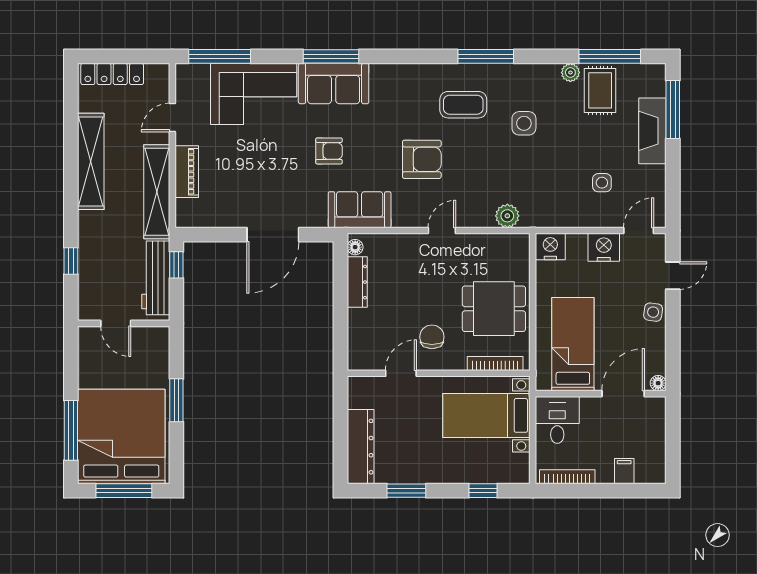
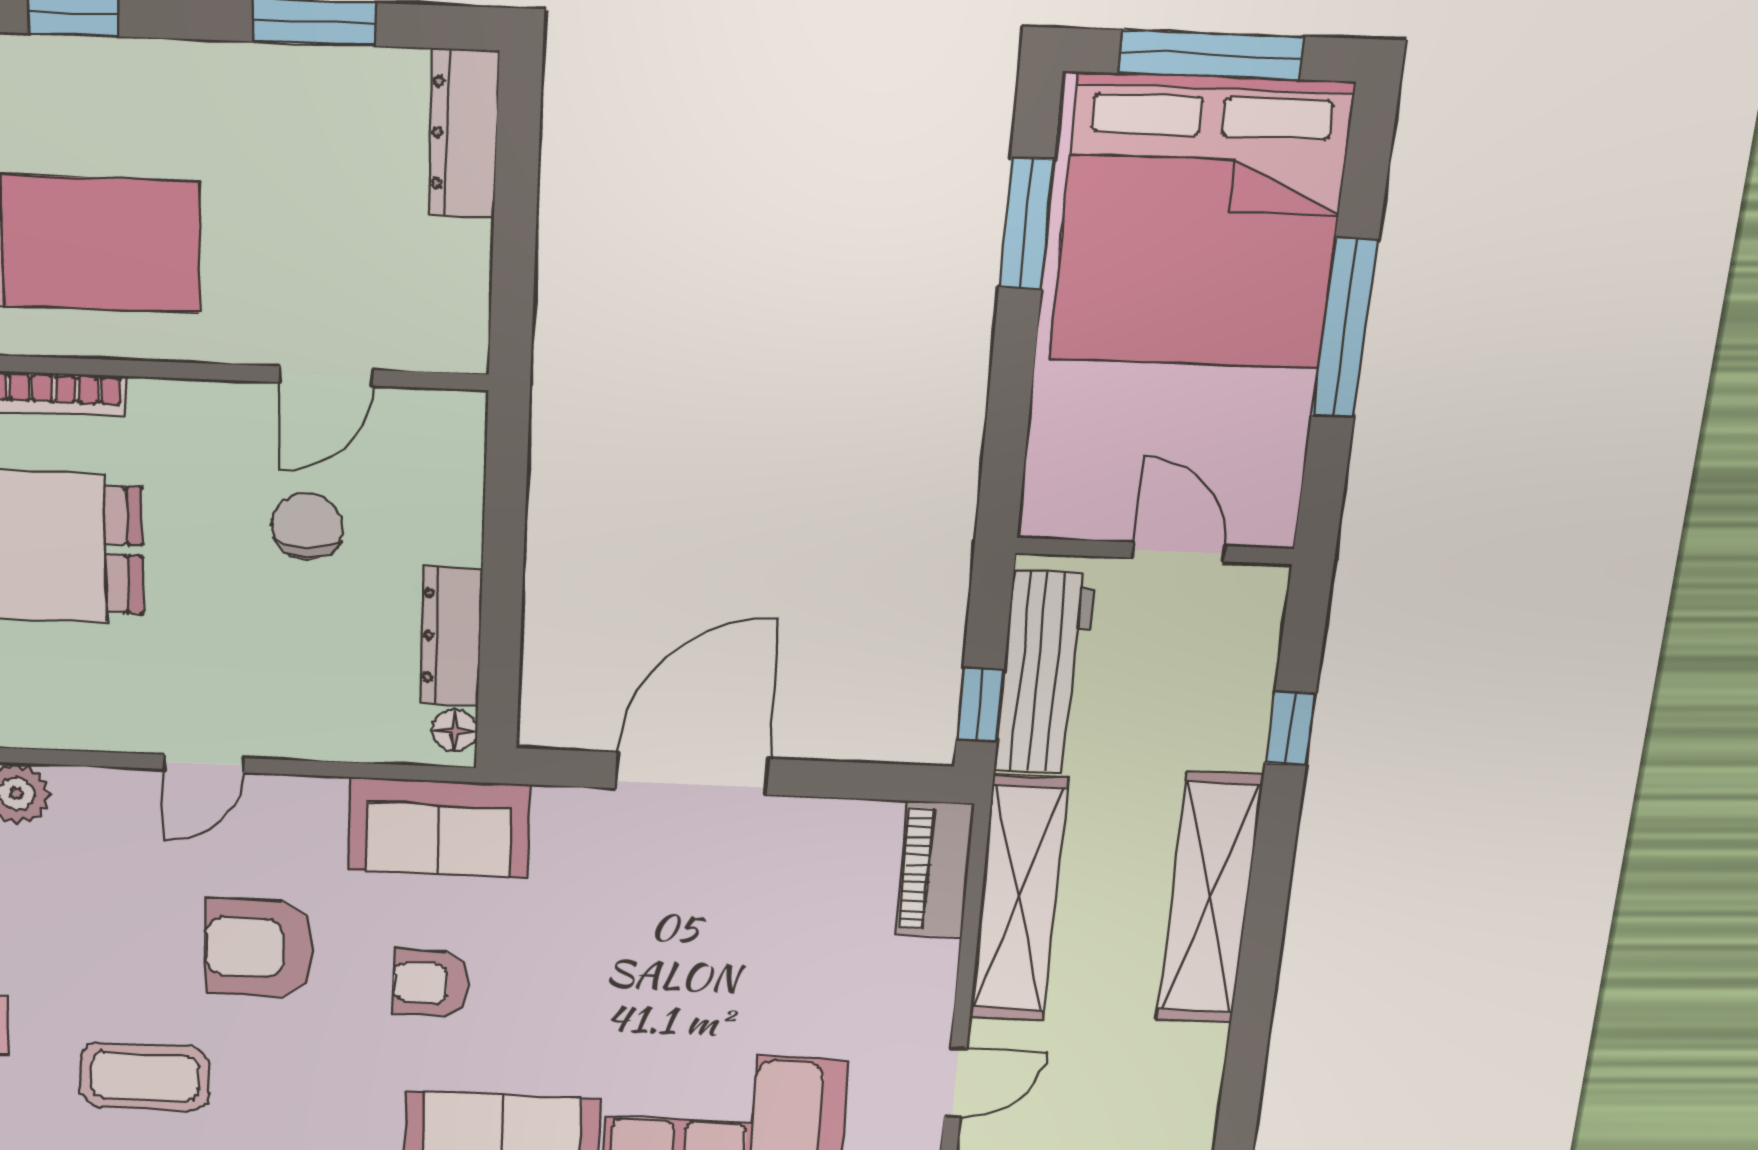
armchair: (329, 151) -> (431, 983), moved
shelving: (91, 161) -> (1210, 898), moved
piano: (187, 172) -> (935, 869), moved
chair: (432, 337) -> (307, 526), moved, turned 180
window: (176, 400) -> (1026, 224), moved
window: (71, 430) -> (1345, 328), moved
dresser: (361, 447) -> (464, 133), width x0.73, depth x0.80

